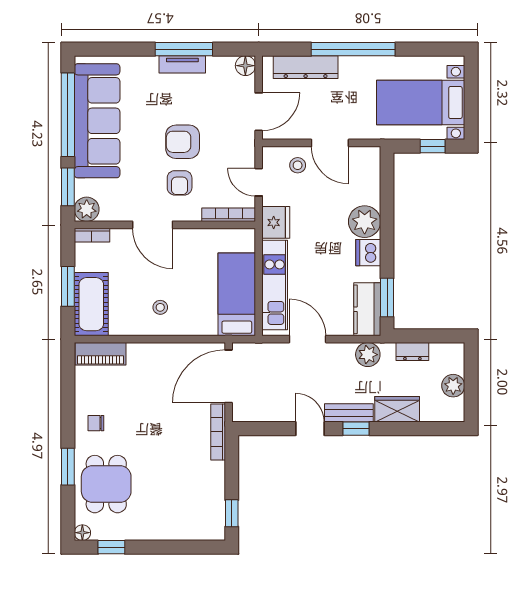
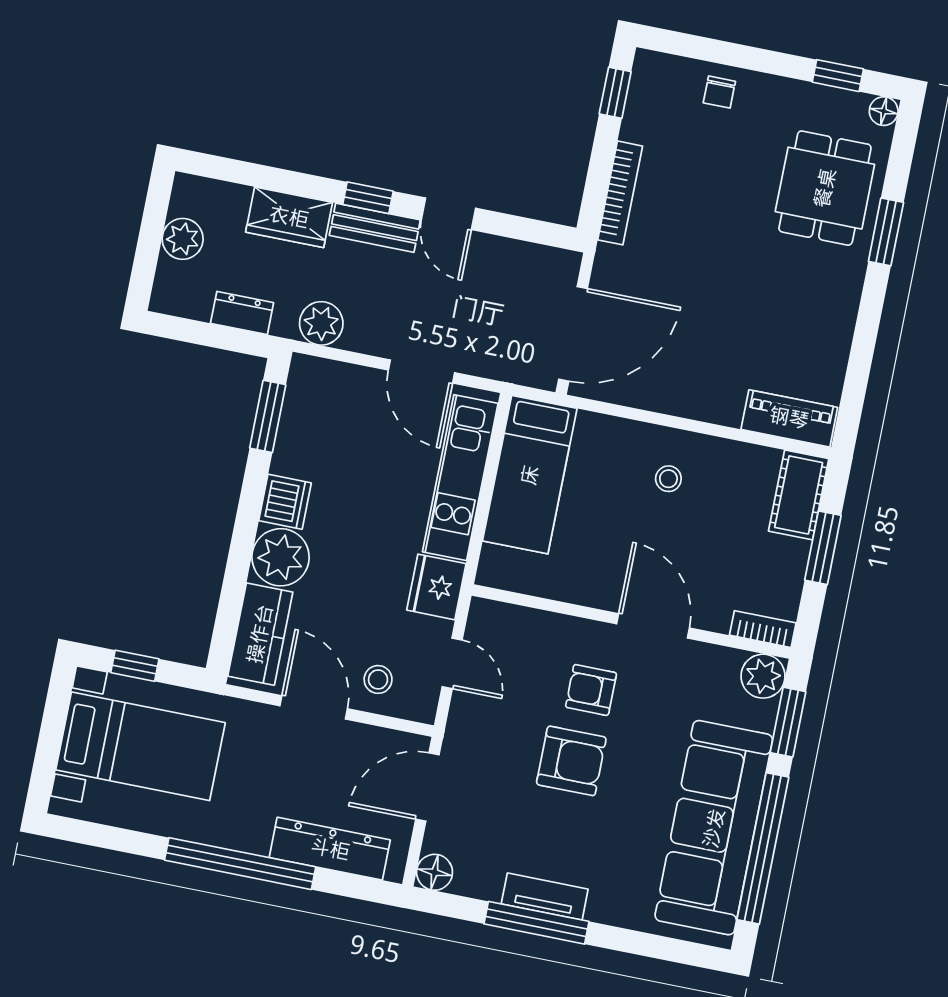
armchair: (180, 183) -> (591, 690), turned -90
bookcase: (229, 215) -> (516, 617), removed
cot: (91, 304) -> (799, 495), width x0.73, depth x0.75
kitchen counter: (367, 309) -> (260, 634), moved
chair: (96, 423) -> (719, 92), moved, turned 90
bookcase: (218, 432) -> (620, 193), moved

